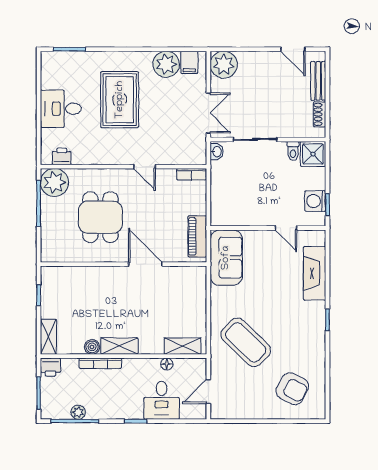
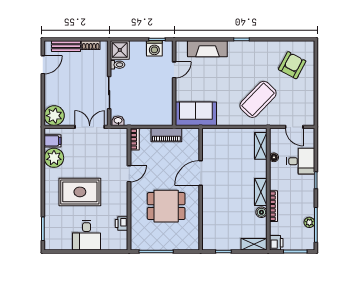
printer: (62, 156) -> (122, 223), moved
plant: (54, 182) -> (141, 240), removed
piano: (197, 236) -> (166, 135), moved

